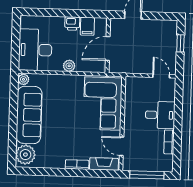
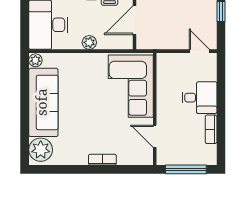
fireplace: (104, 164) -> (134, 158), removed

